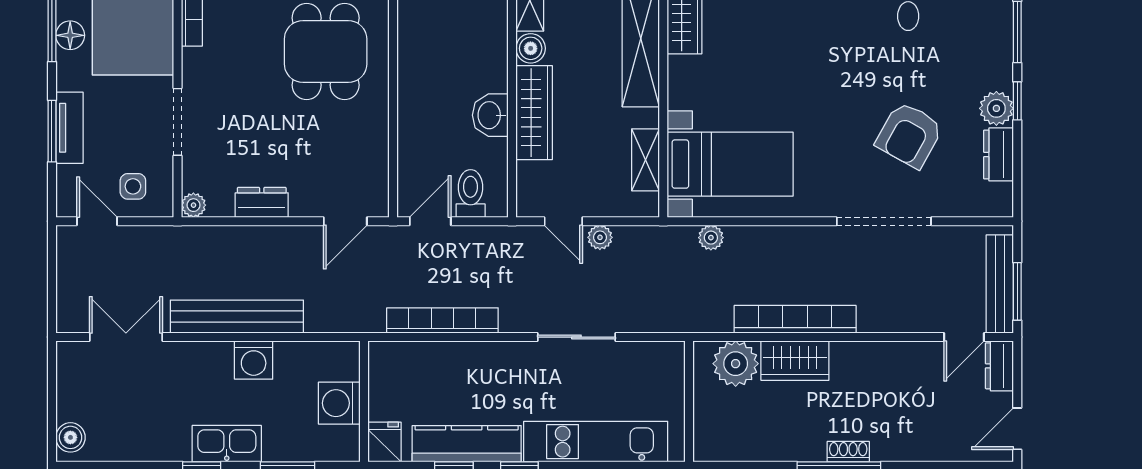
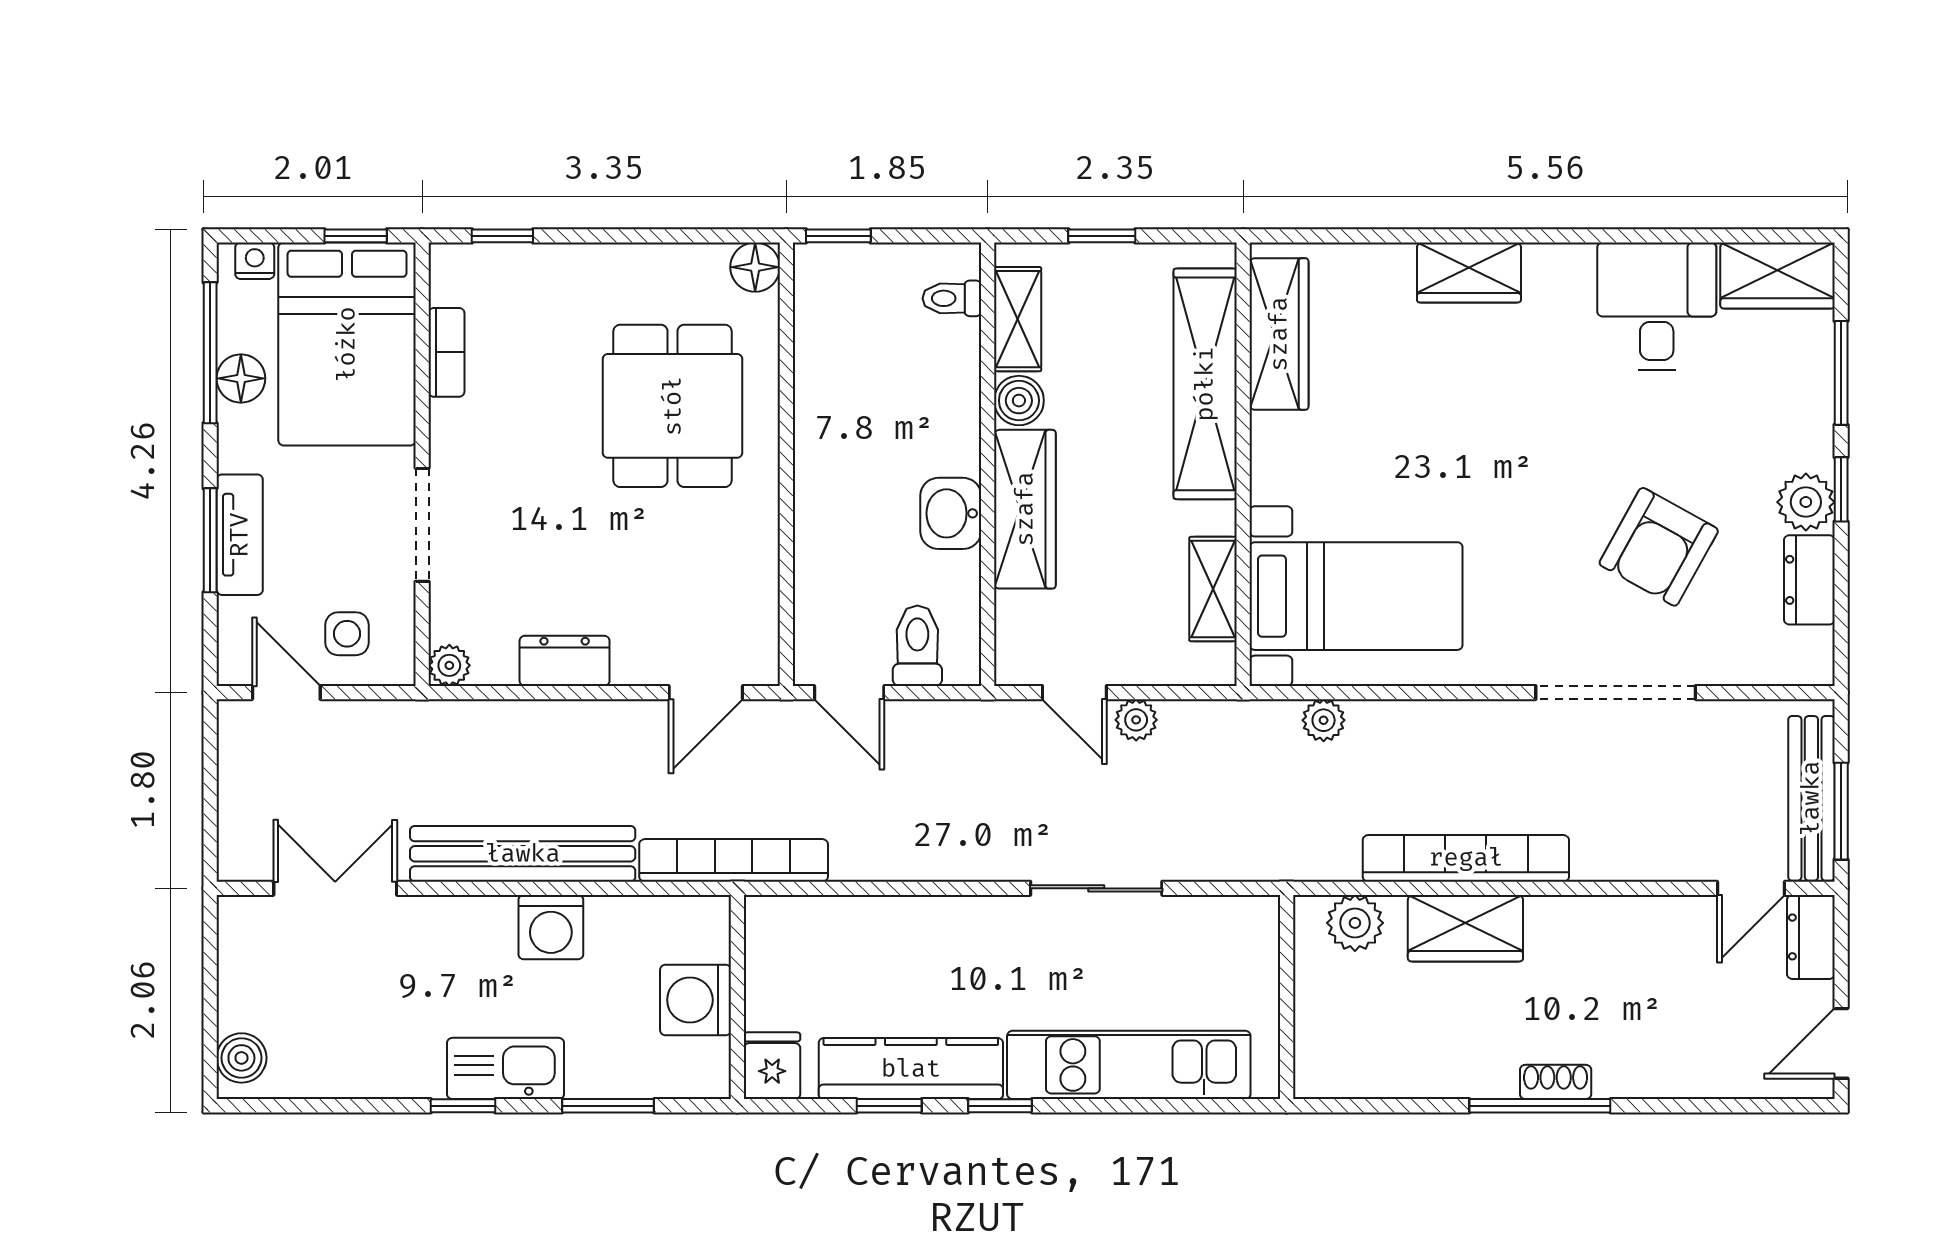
door: (430, 221) -> (849, 693), swing flipped
bookcase: (442, 320) -> (734, 860), moved
plant: (736, 364) -> (1355, 923), width x0.73, depth x0.73

